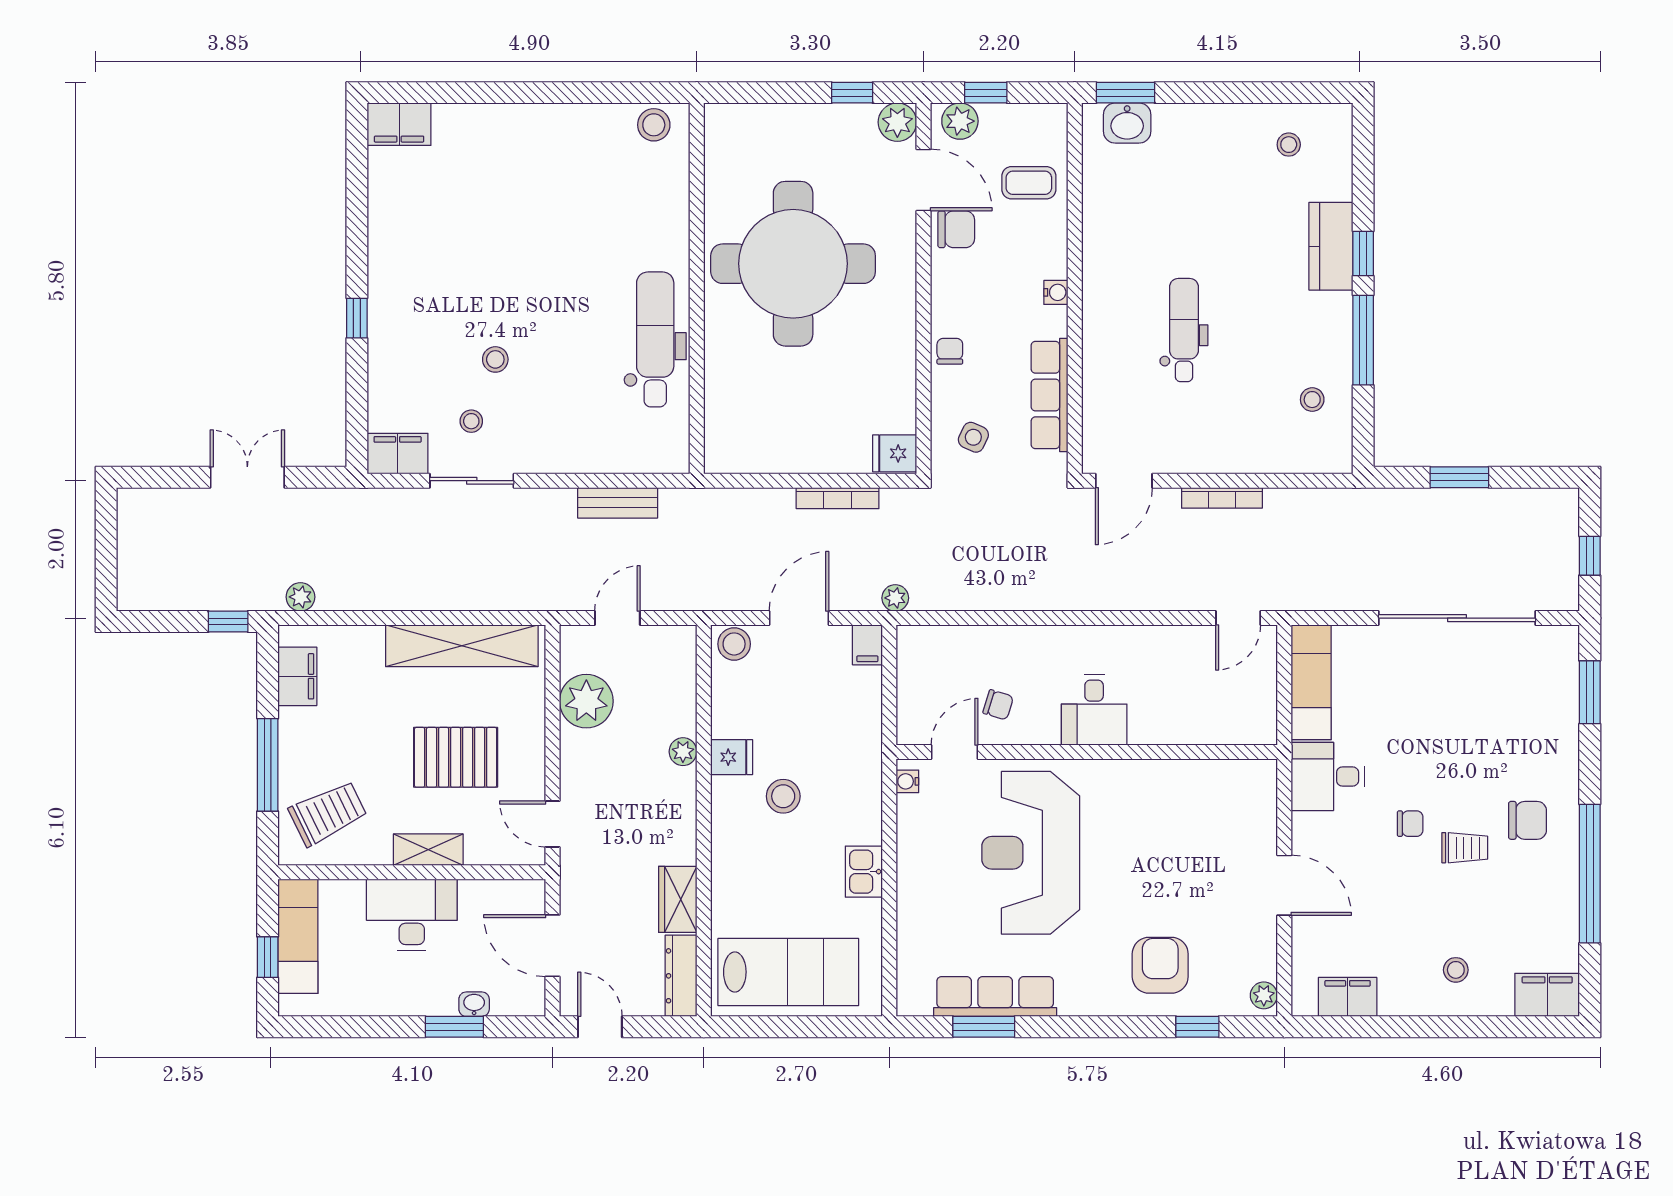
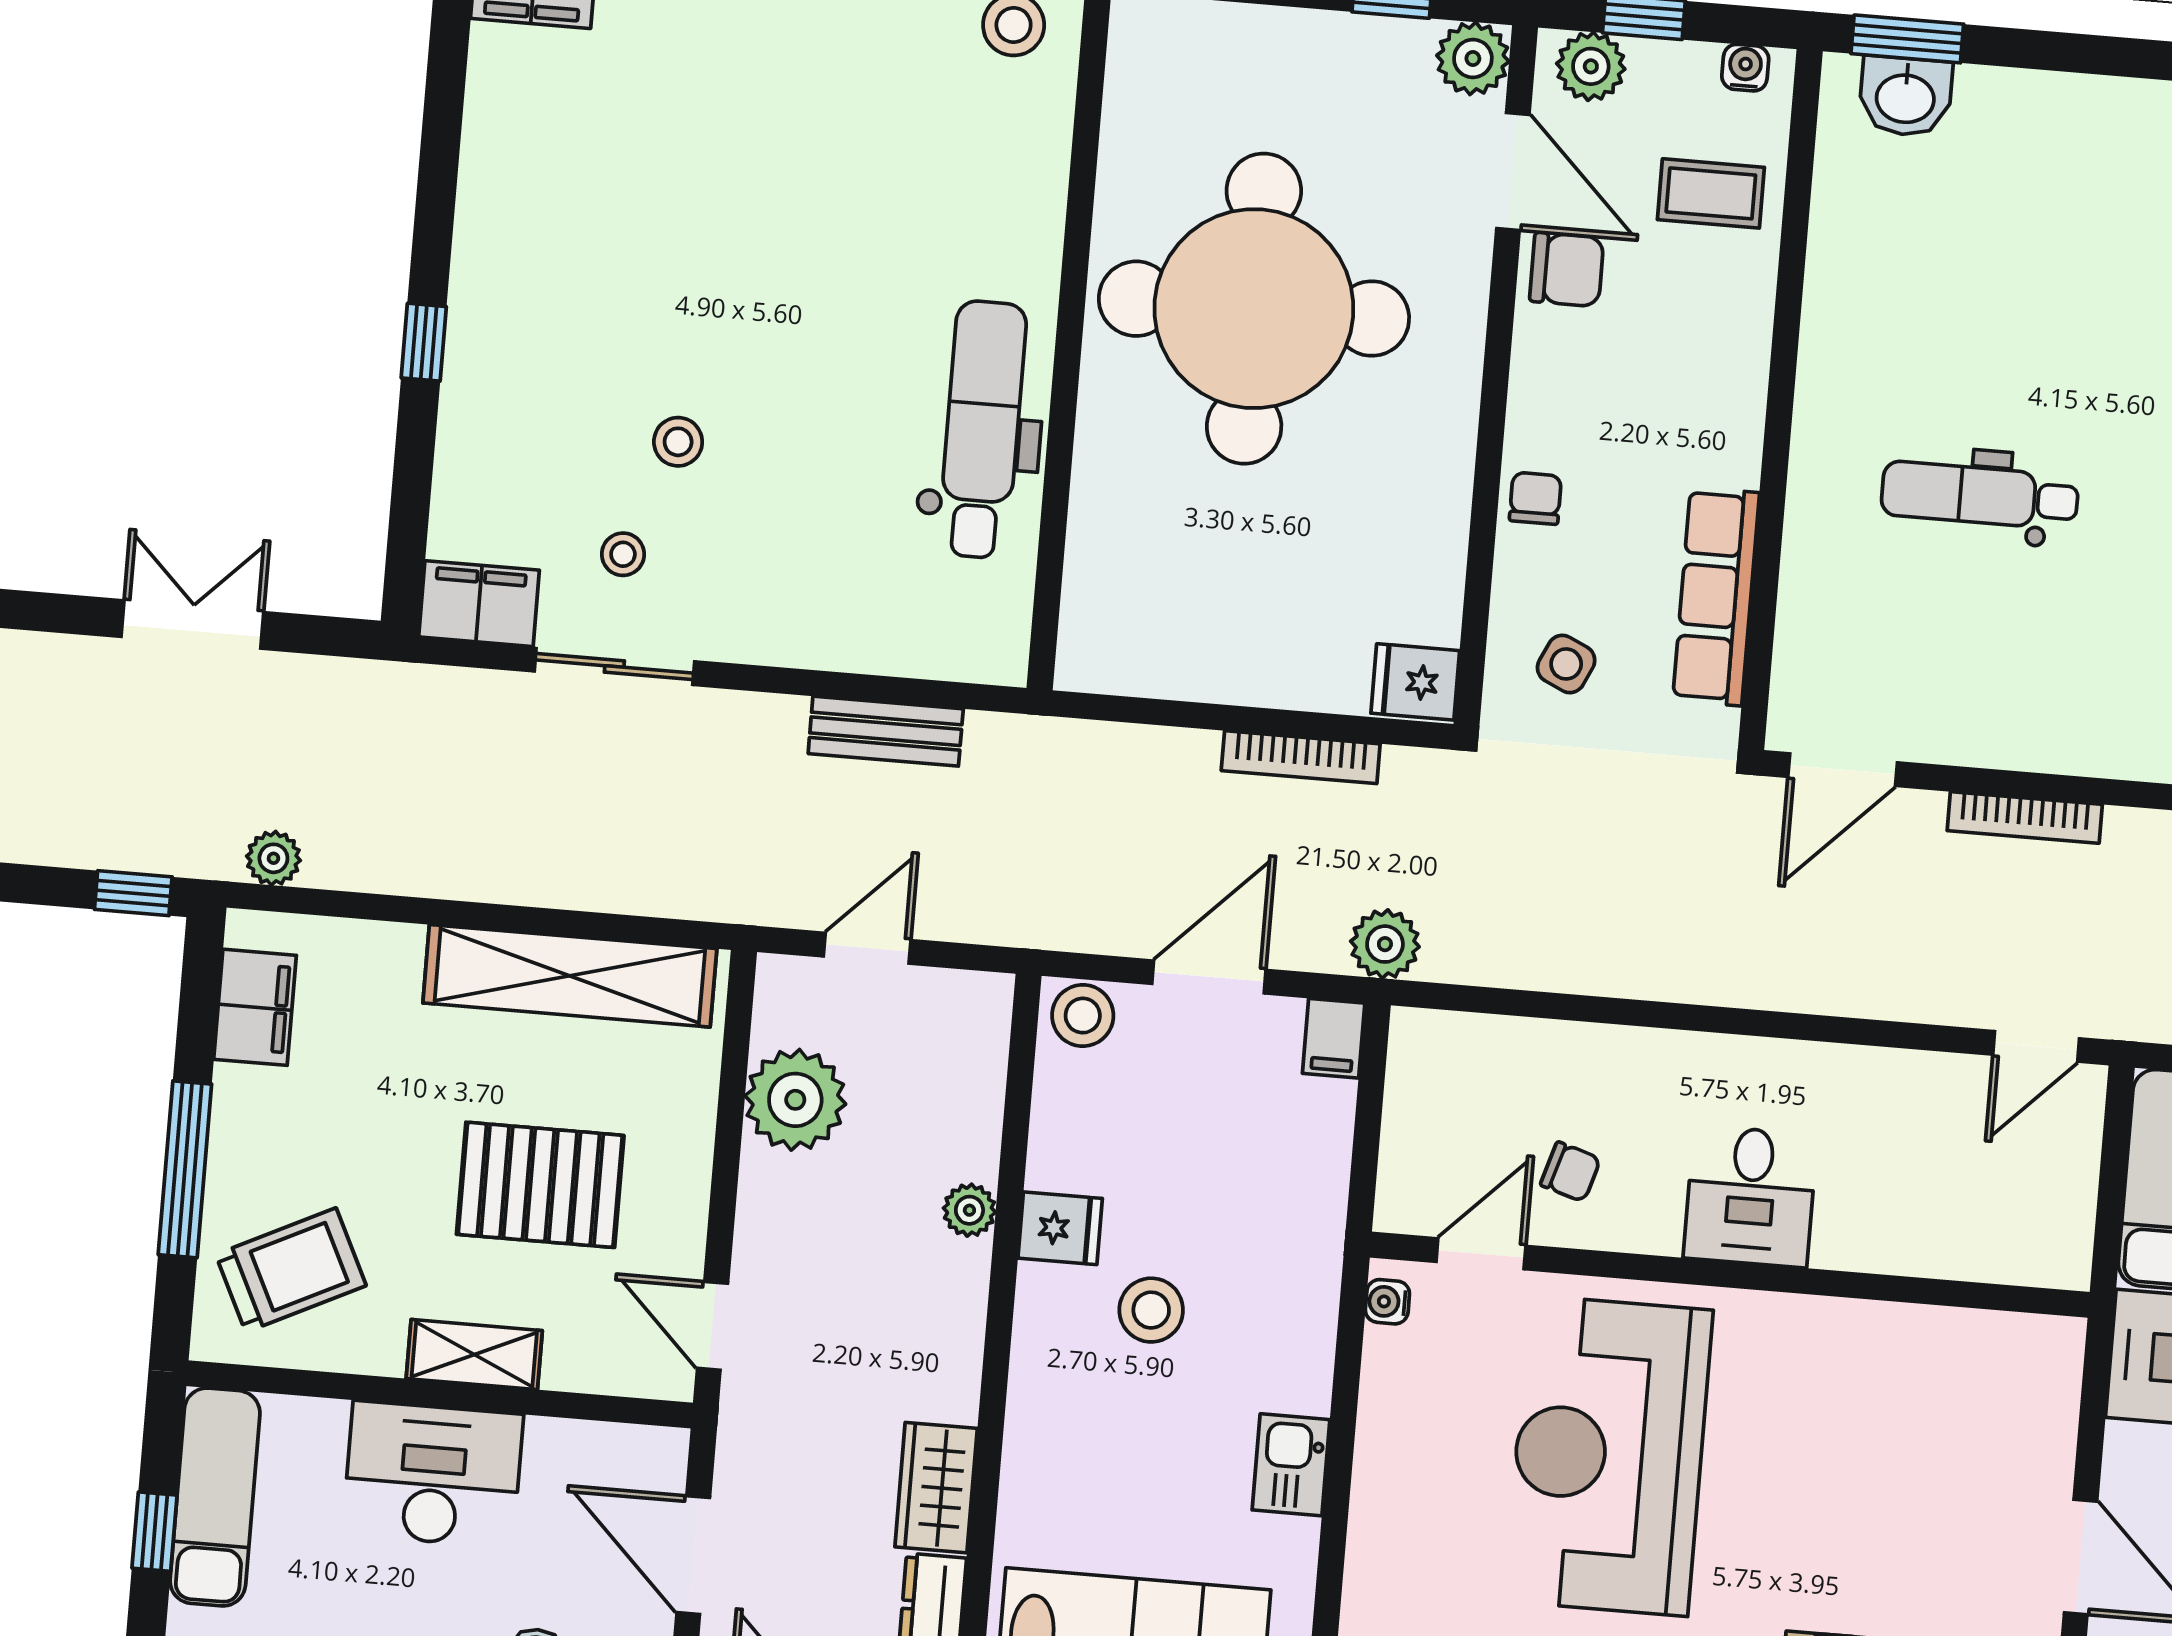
water cooler: (1056, 292) -> (1745, 68), moved, turned -90
dental chair: (1184, 330) -> (1980, 495), turned -90
plant: (895, 598) -> (1385, 944), width x1.38, depth x1.38

